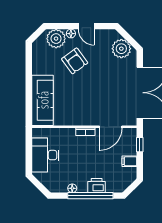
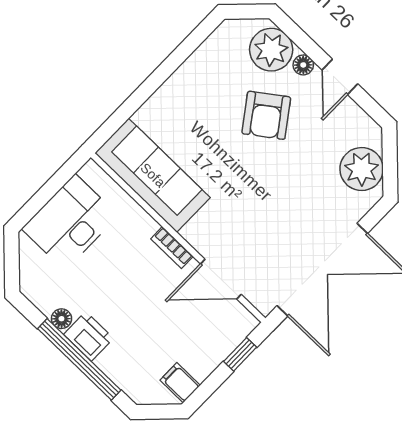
sofa: (43, 100) -> (153, 175), moved, turned -90
filing cabinet: (129, 161) -> (180, 383), moved
printer: (97, 186) -> (89, 336), moved

